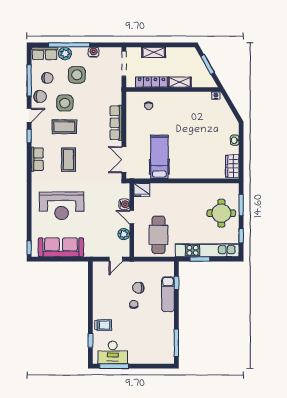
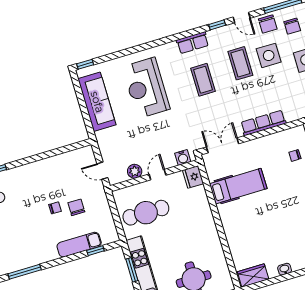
coffee table: (68, 160) -> (203, 80), turned 90
water cooler: (124, 204) -> (183, 158), moved
trolley: (103, 325) -> (20, 179), removed

